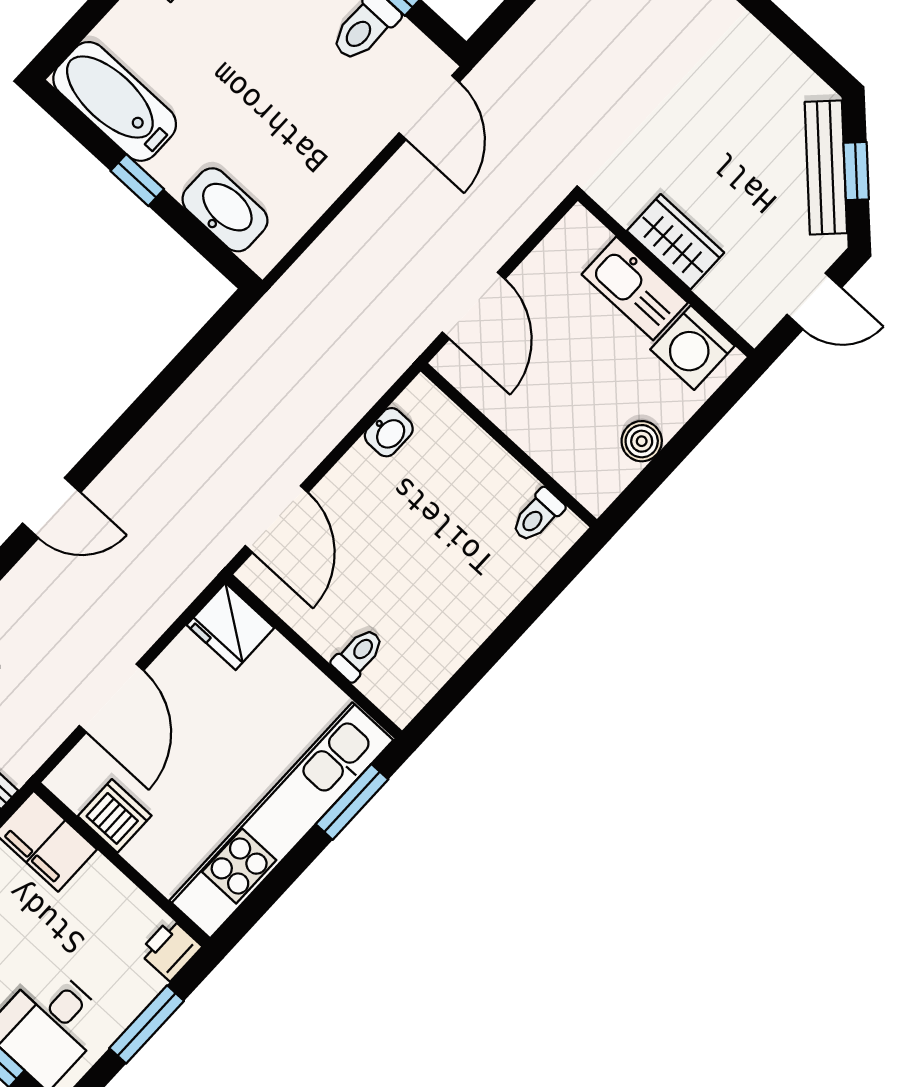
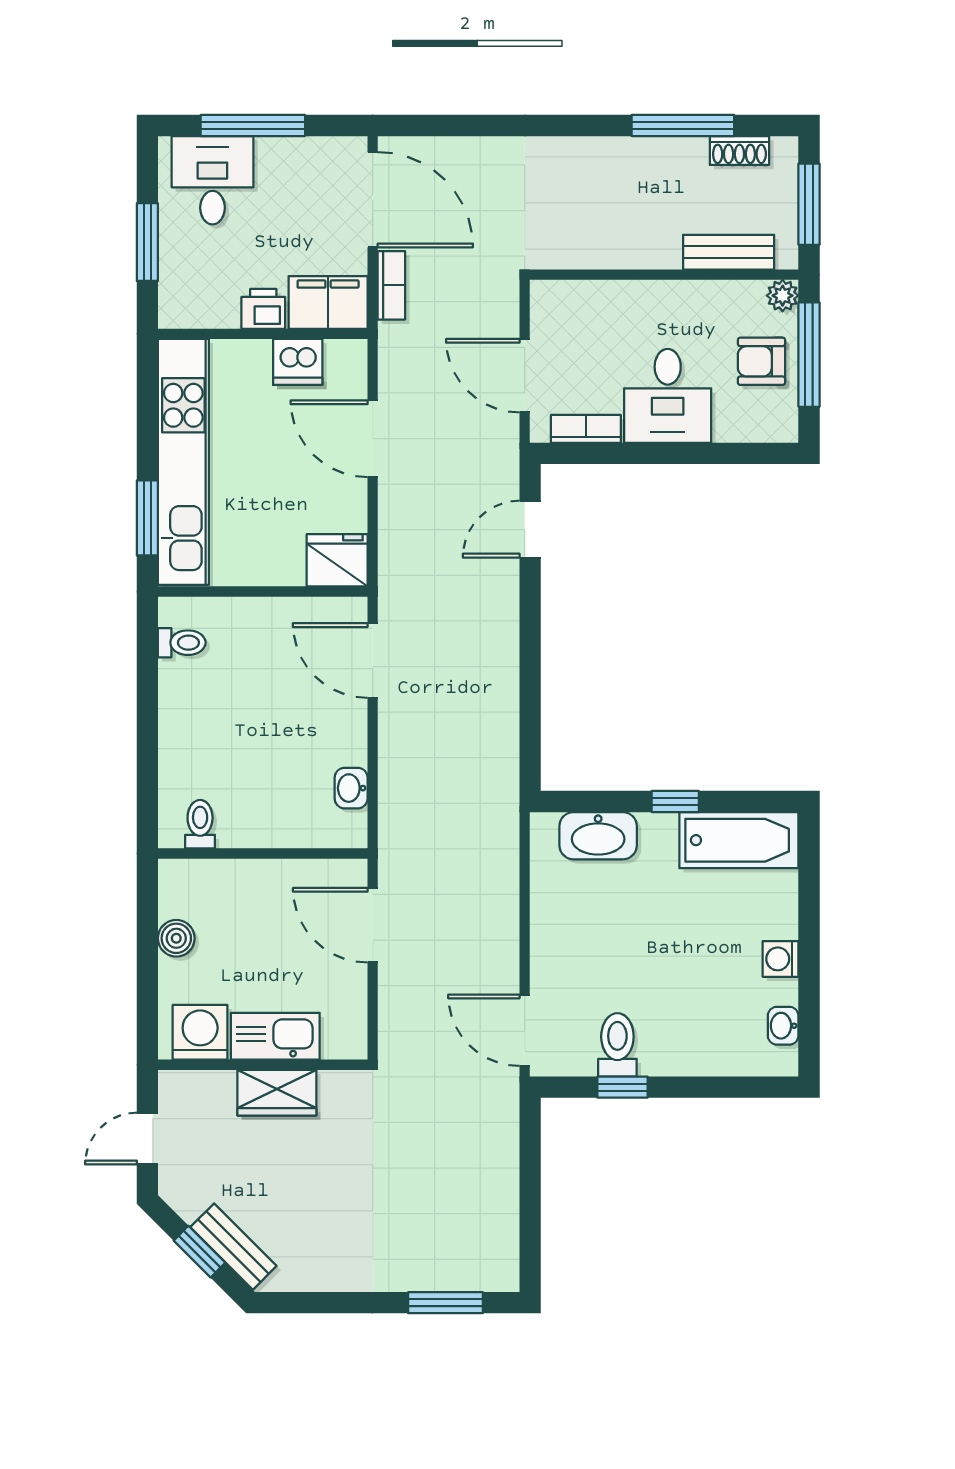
bench: (826, 168) -> (233, 1247), width x0.73
toilet: (358, 654) -> (182, 643), moved, turned -90
printer: (170, 950) -> (263, 309), moved, turned -90

